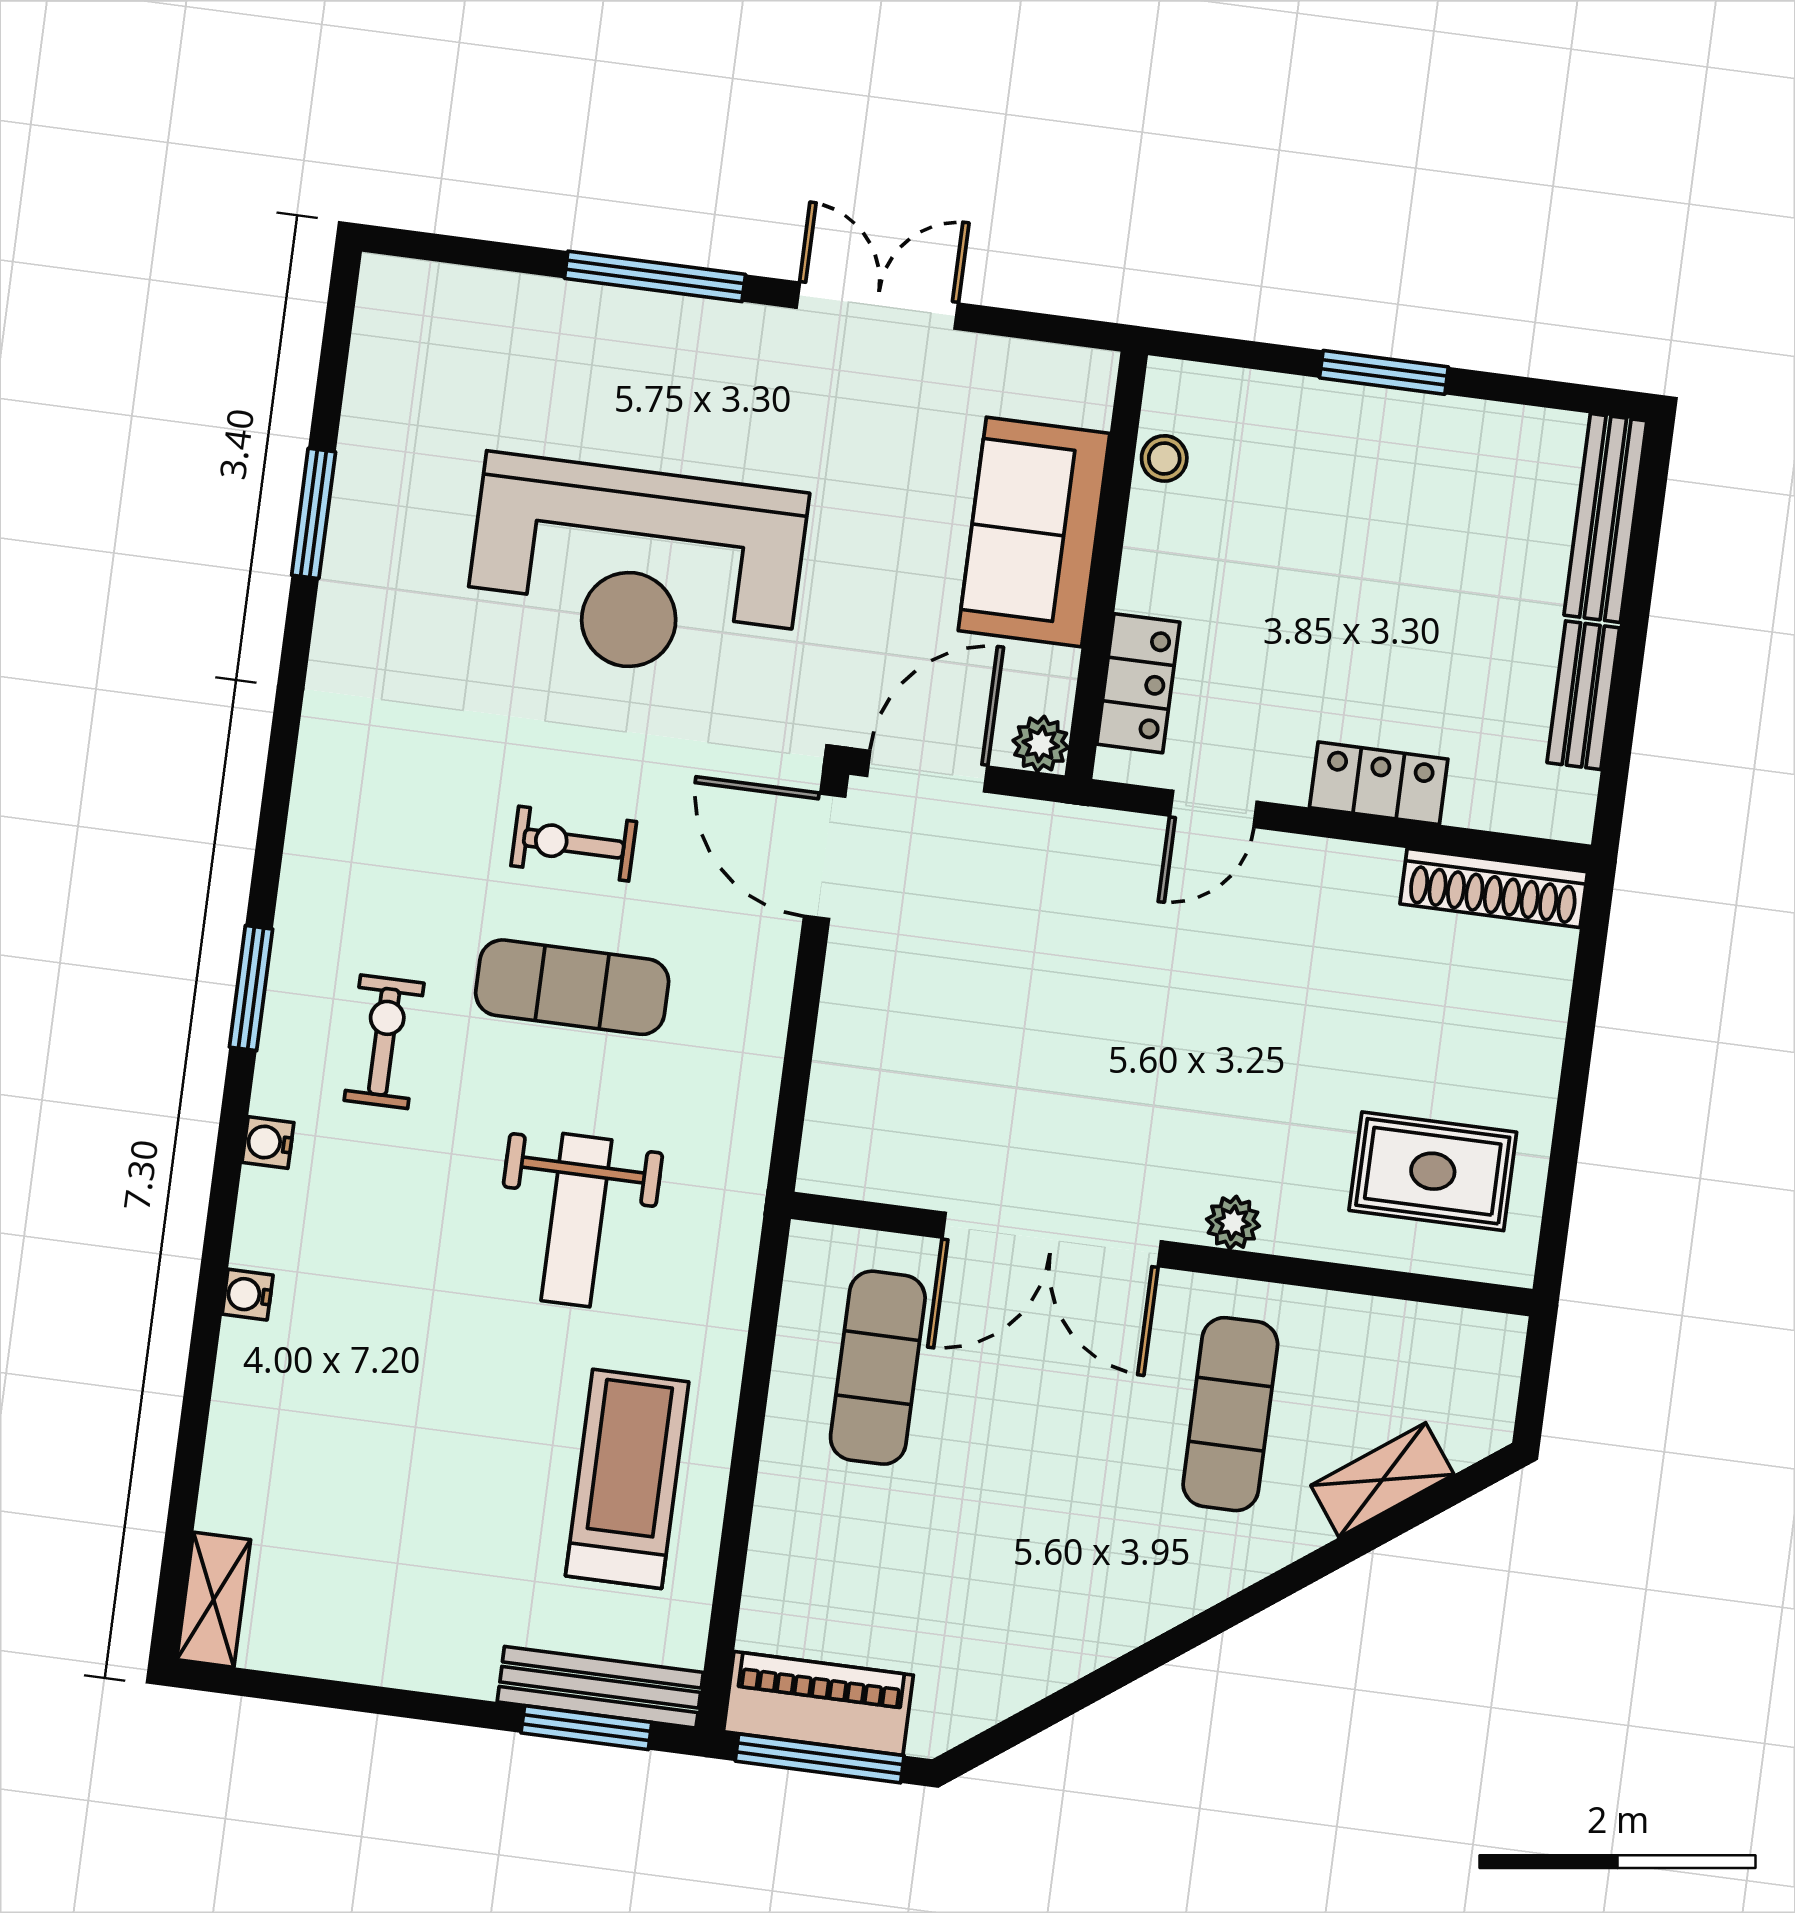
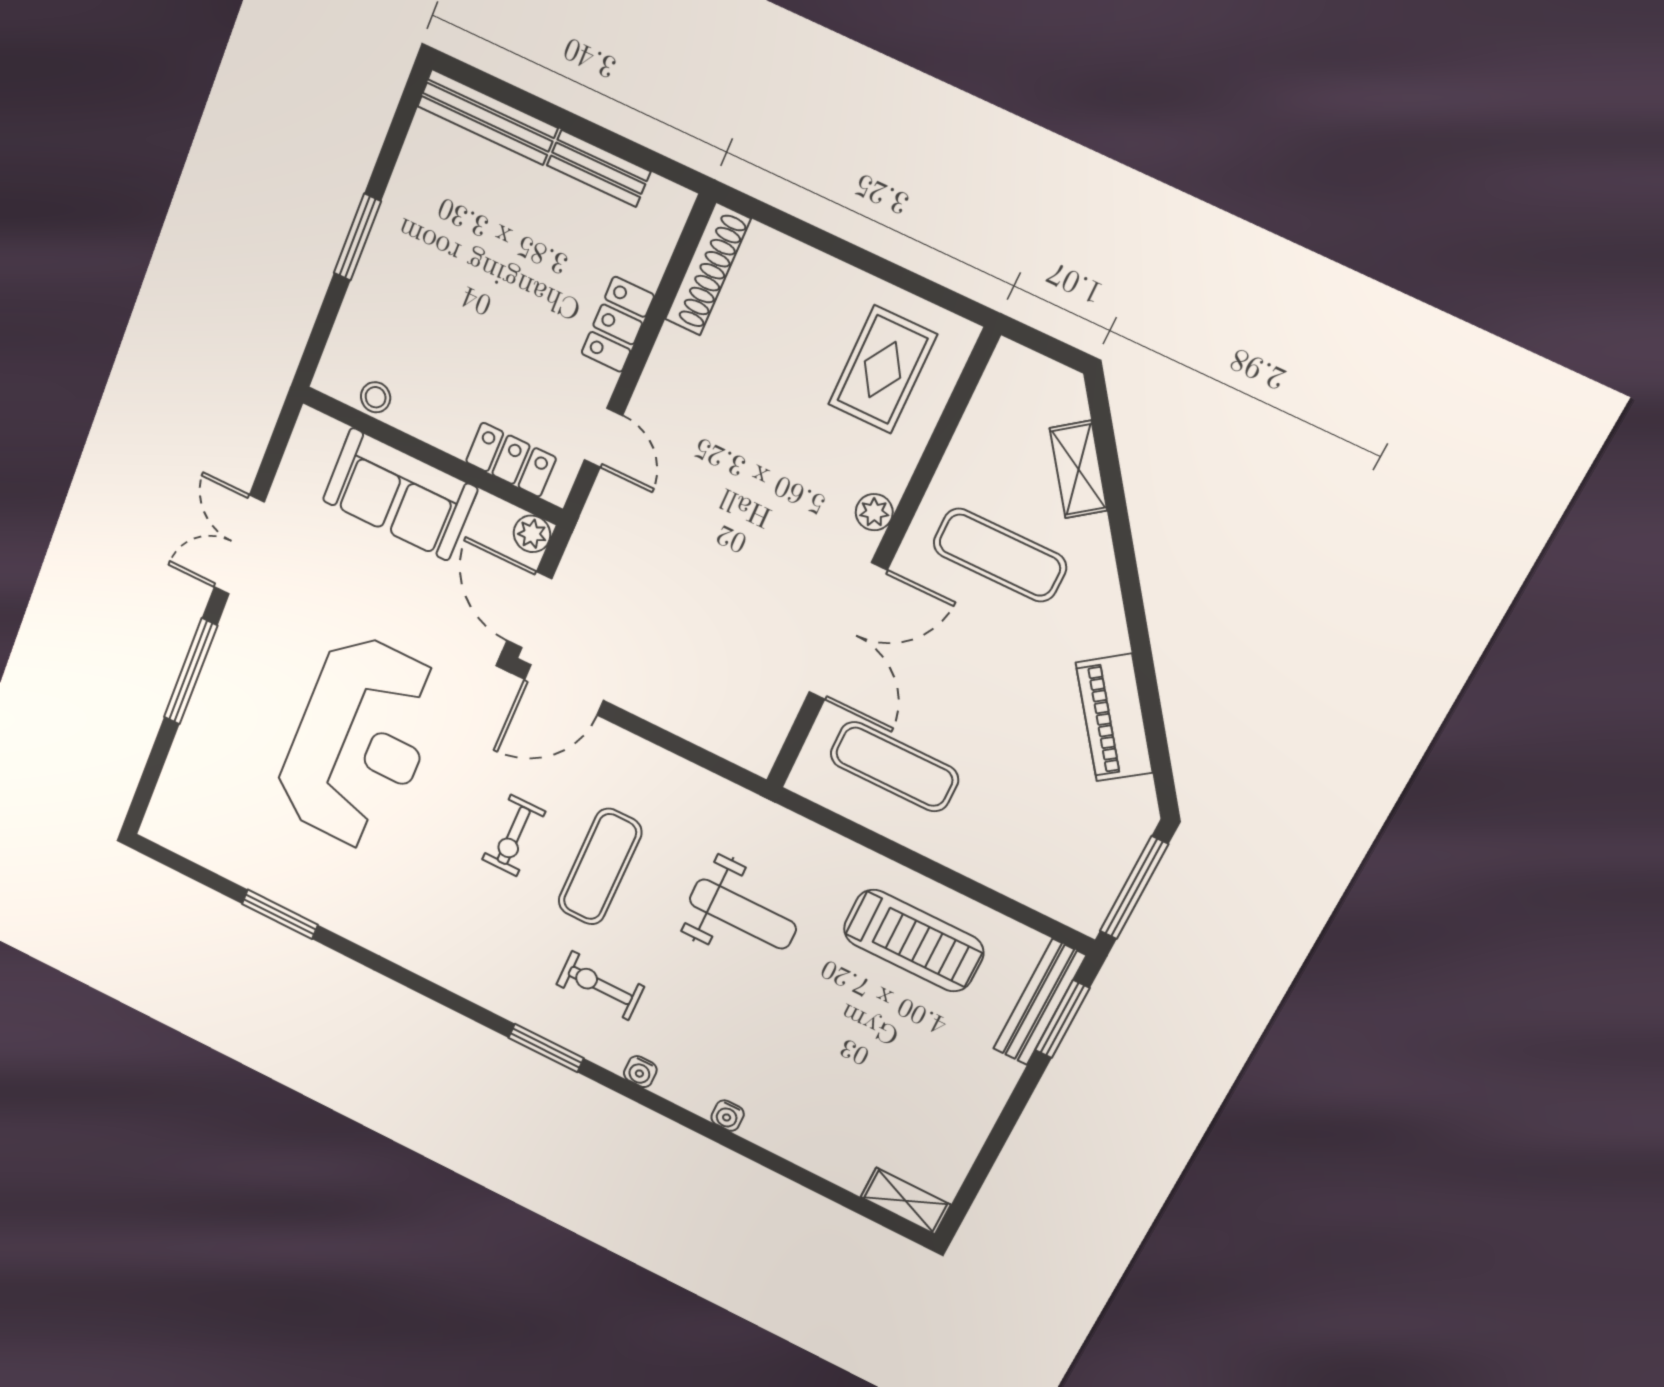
treadmill: (627, 1479) -> (914, 941), turned 180
piano: (818, 1703) -> (1114, 718), moved, turned -36

